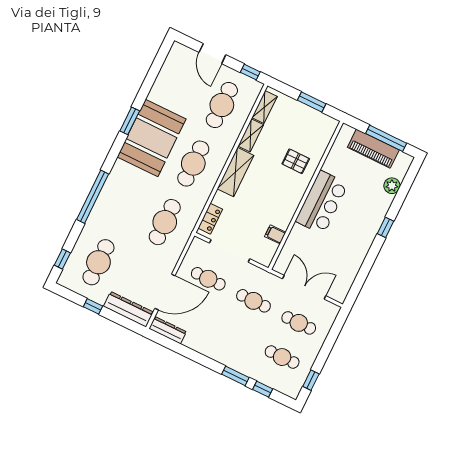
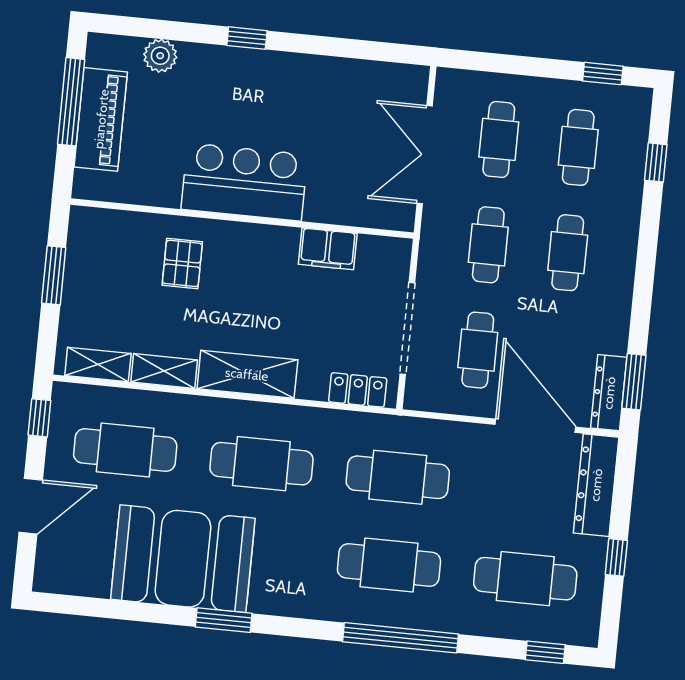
booth: (152, 138) -> (183, 559), moved
cafe table: (127, 204) -> (389, 565), added
filing cabinet: (275, 234) -> (328, 249), width x2.00
cafe table: (237, 335) -> (568, 253), added
window: (235, 376) -> (634, 382), moved

